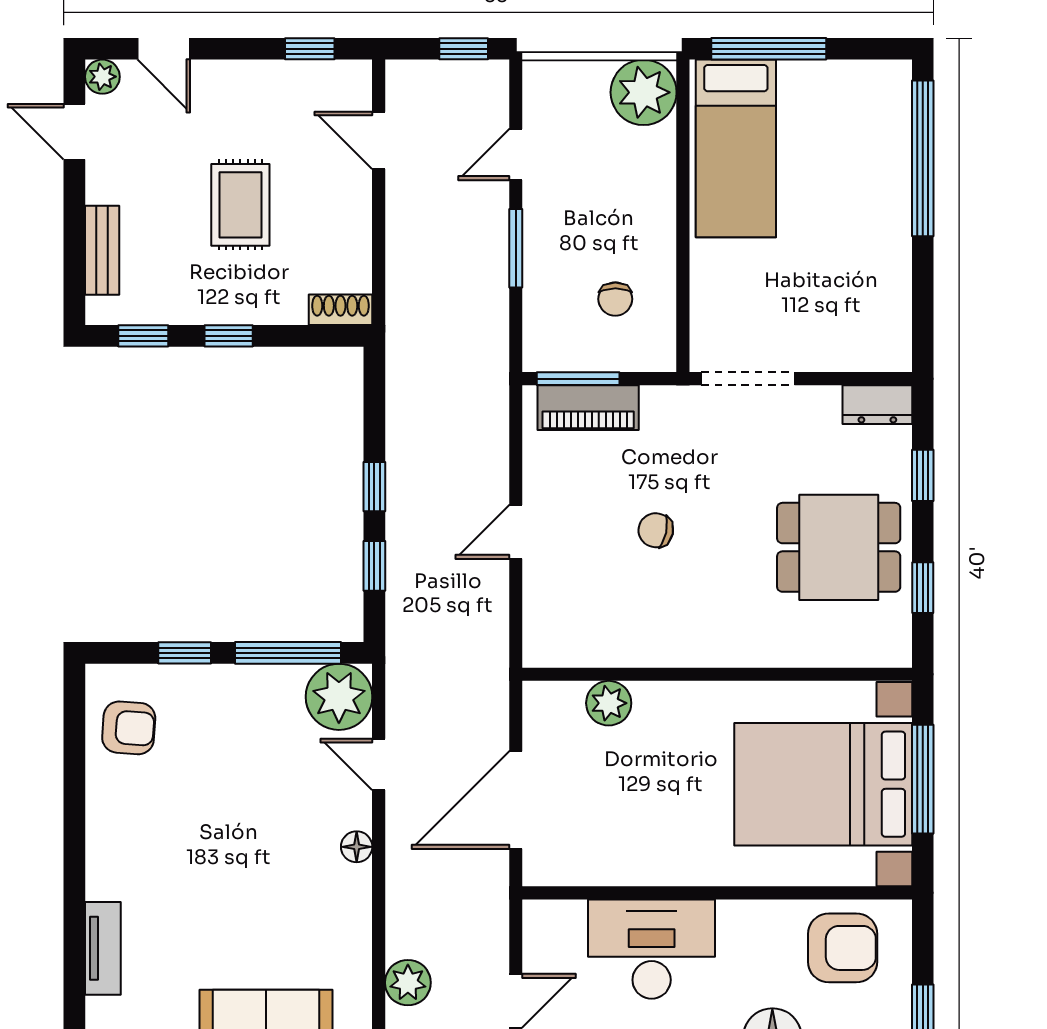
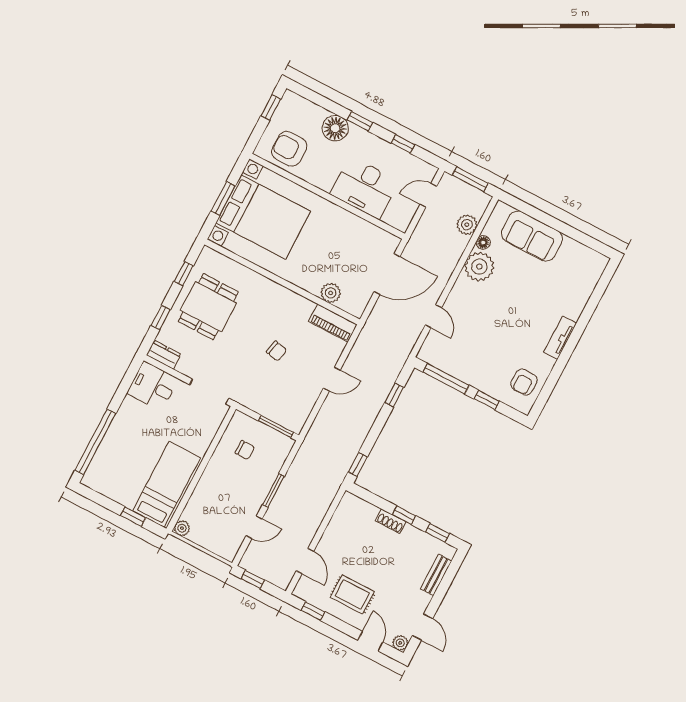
window: (769, 49) -> (133, 517), width x0.46
plant: (644, 92) -> (182, 528), width x0.53, depth x0.53
rug: (240, 205) -> (352, 594), moved, turned 90
chair: (615, 299) -> (245, 450), turned 90
shoe rack: (341, 310) -> (391, 521), moved
desk: (867, 330) -> (153, 386), added
piano: (588, 408) -> (333, 323), moved, turned 180
window: (374, 487) -> (358, 464), moved
dining table: (839, 547) -> (208, 307), turned 90
plant: (339, 697) -> (479, 267), moved
armchair: (129, 728) -> (524, 382), turned -93
window: (923, 779) -> (223, 198), width x0.69
floor lamp: (357, 847) -> (483, 242), moved
tv unit: (103, 948) -> (560, 338), moved

